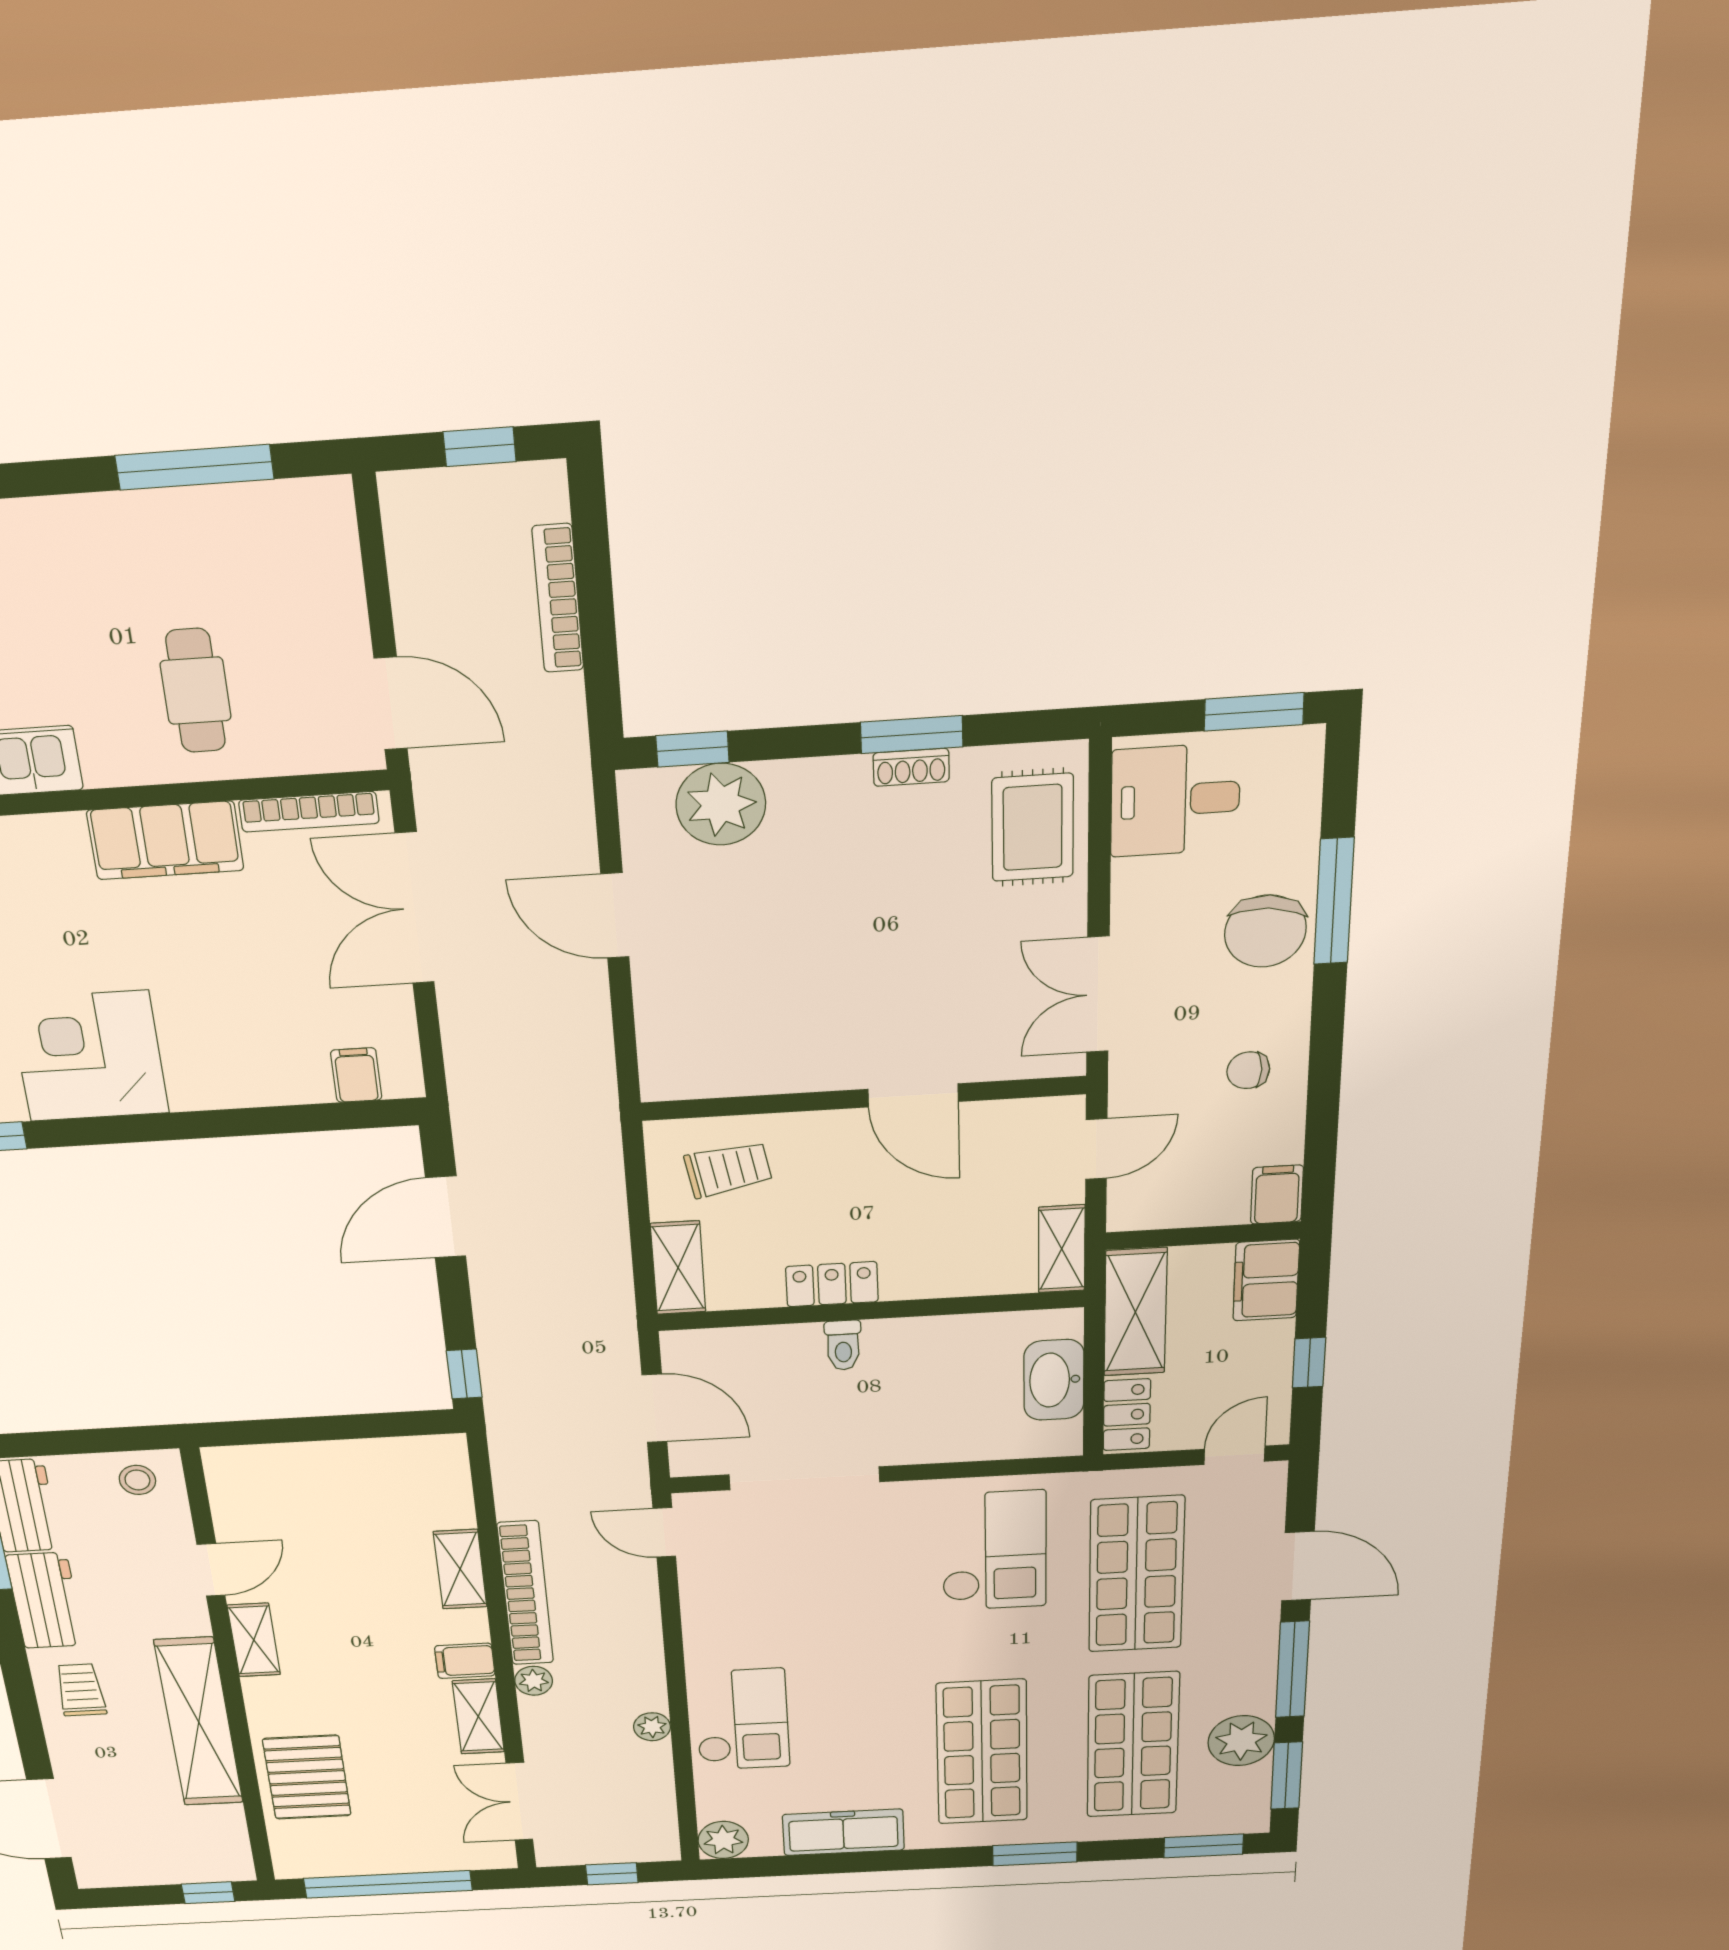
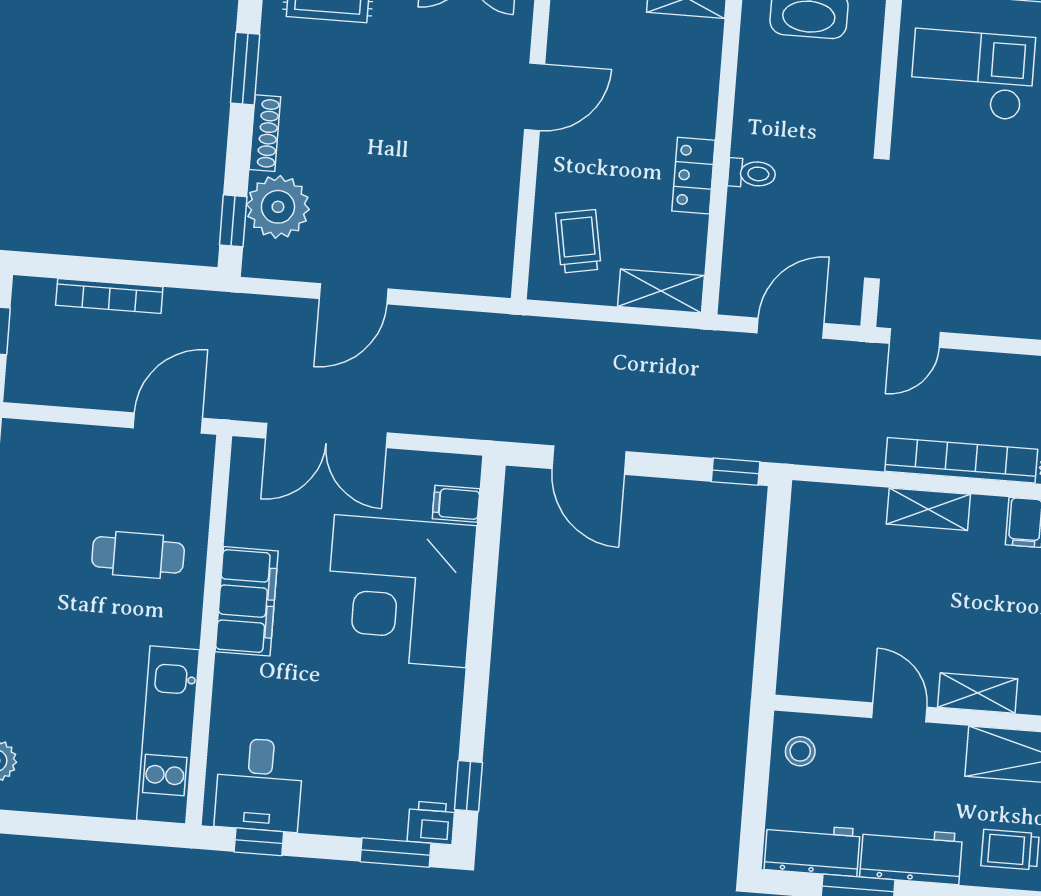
shoe rack: (911, 767) -> (265, 133), moved, width x1.43
bookcase: (309, 812) -> (240, 496), removed
corner desk: (89, 1056) -> (400, 591), moved, width x1.36, depth x1.36

